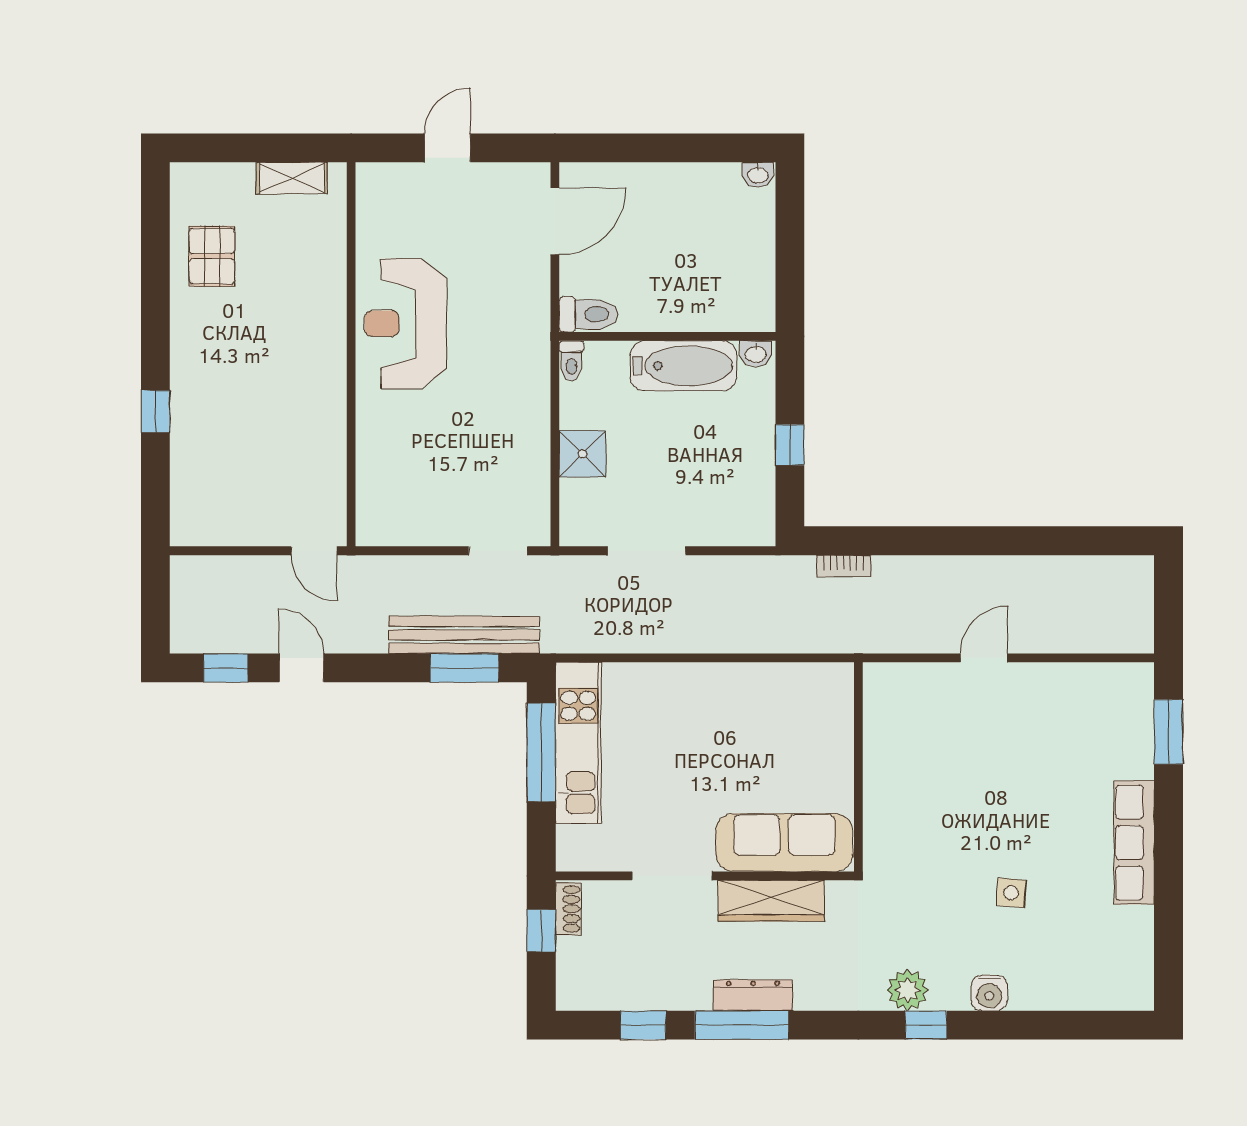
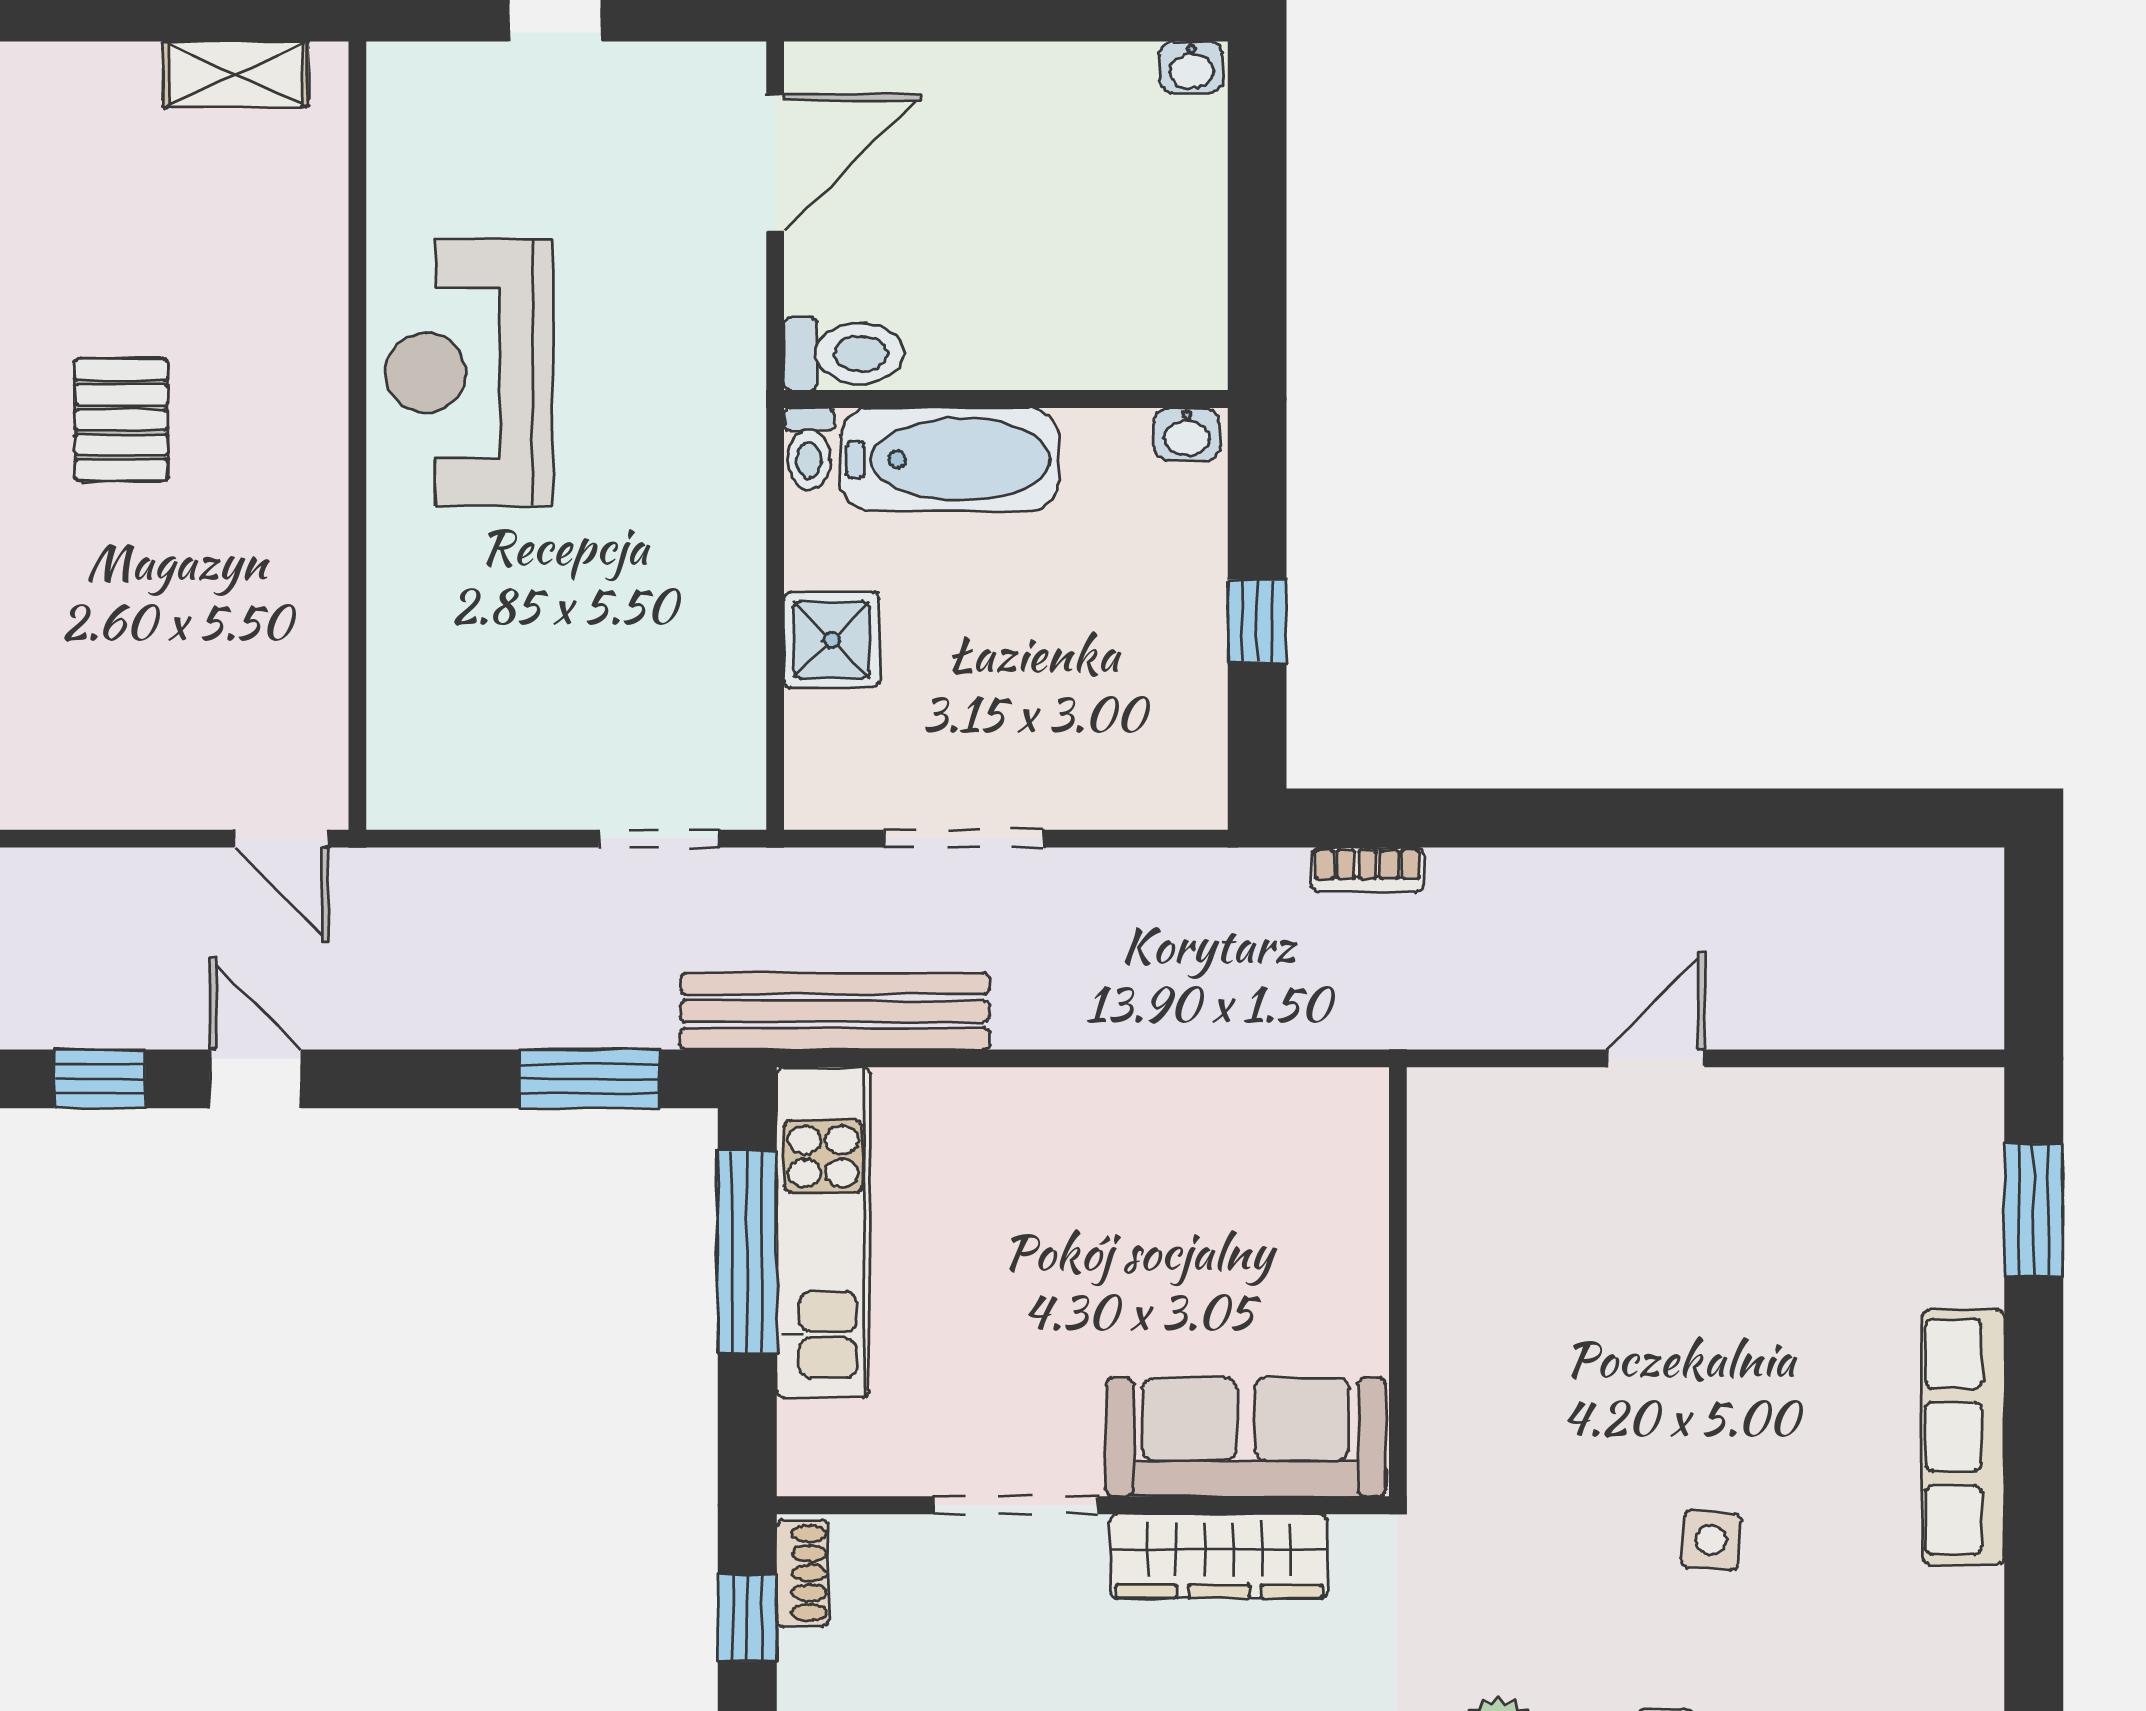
pallet: (212, 256) -> (121, 420), moved
bathtub: (683, 366) -> (950, 459), moved
bench: (464, 635) -> (835, 1011), moved

